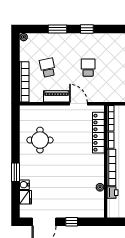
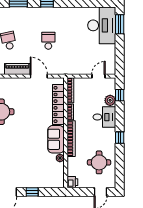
sofa: (96, 168) -> (56, 139), added
printer: (113, 193) -> (72, 182), moved

